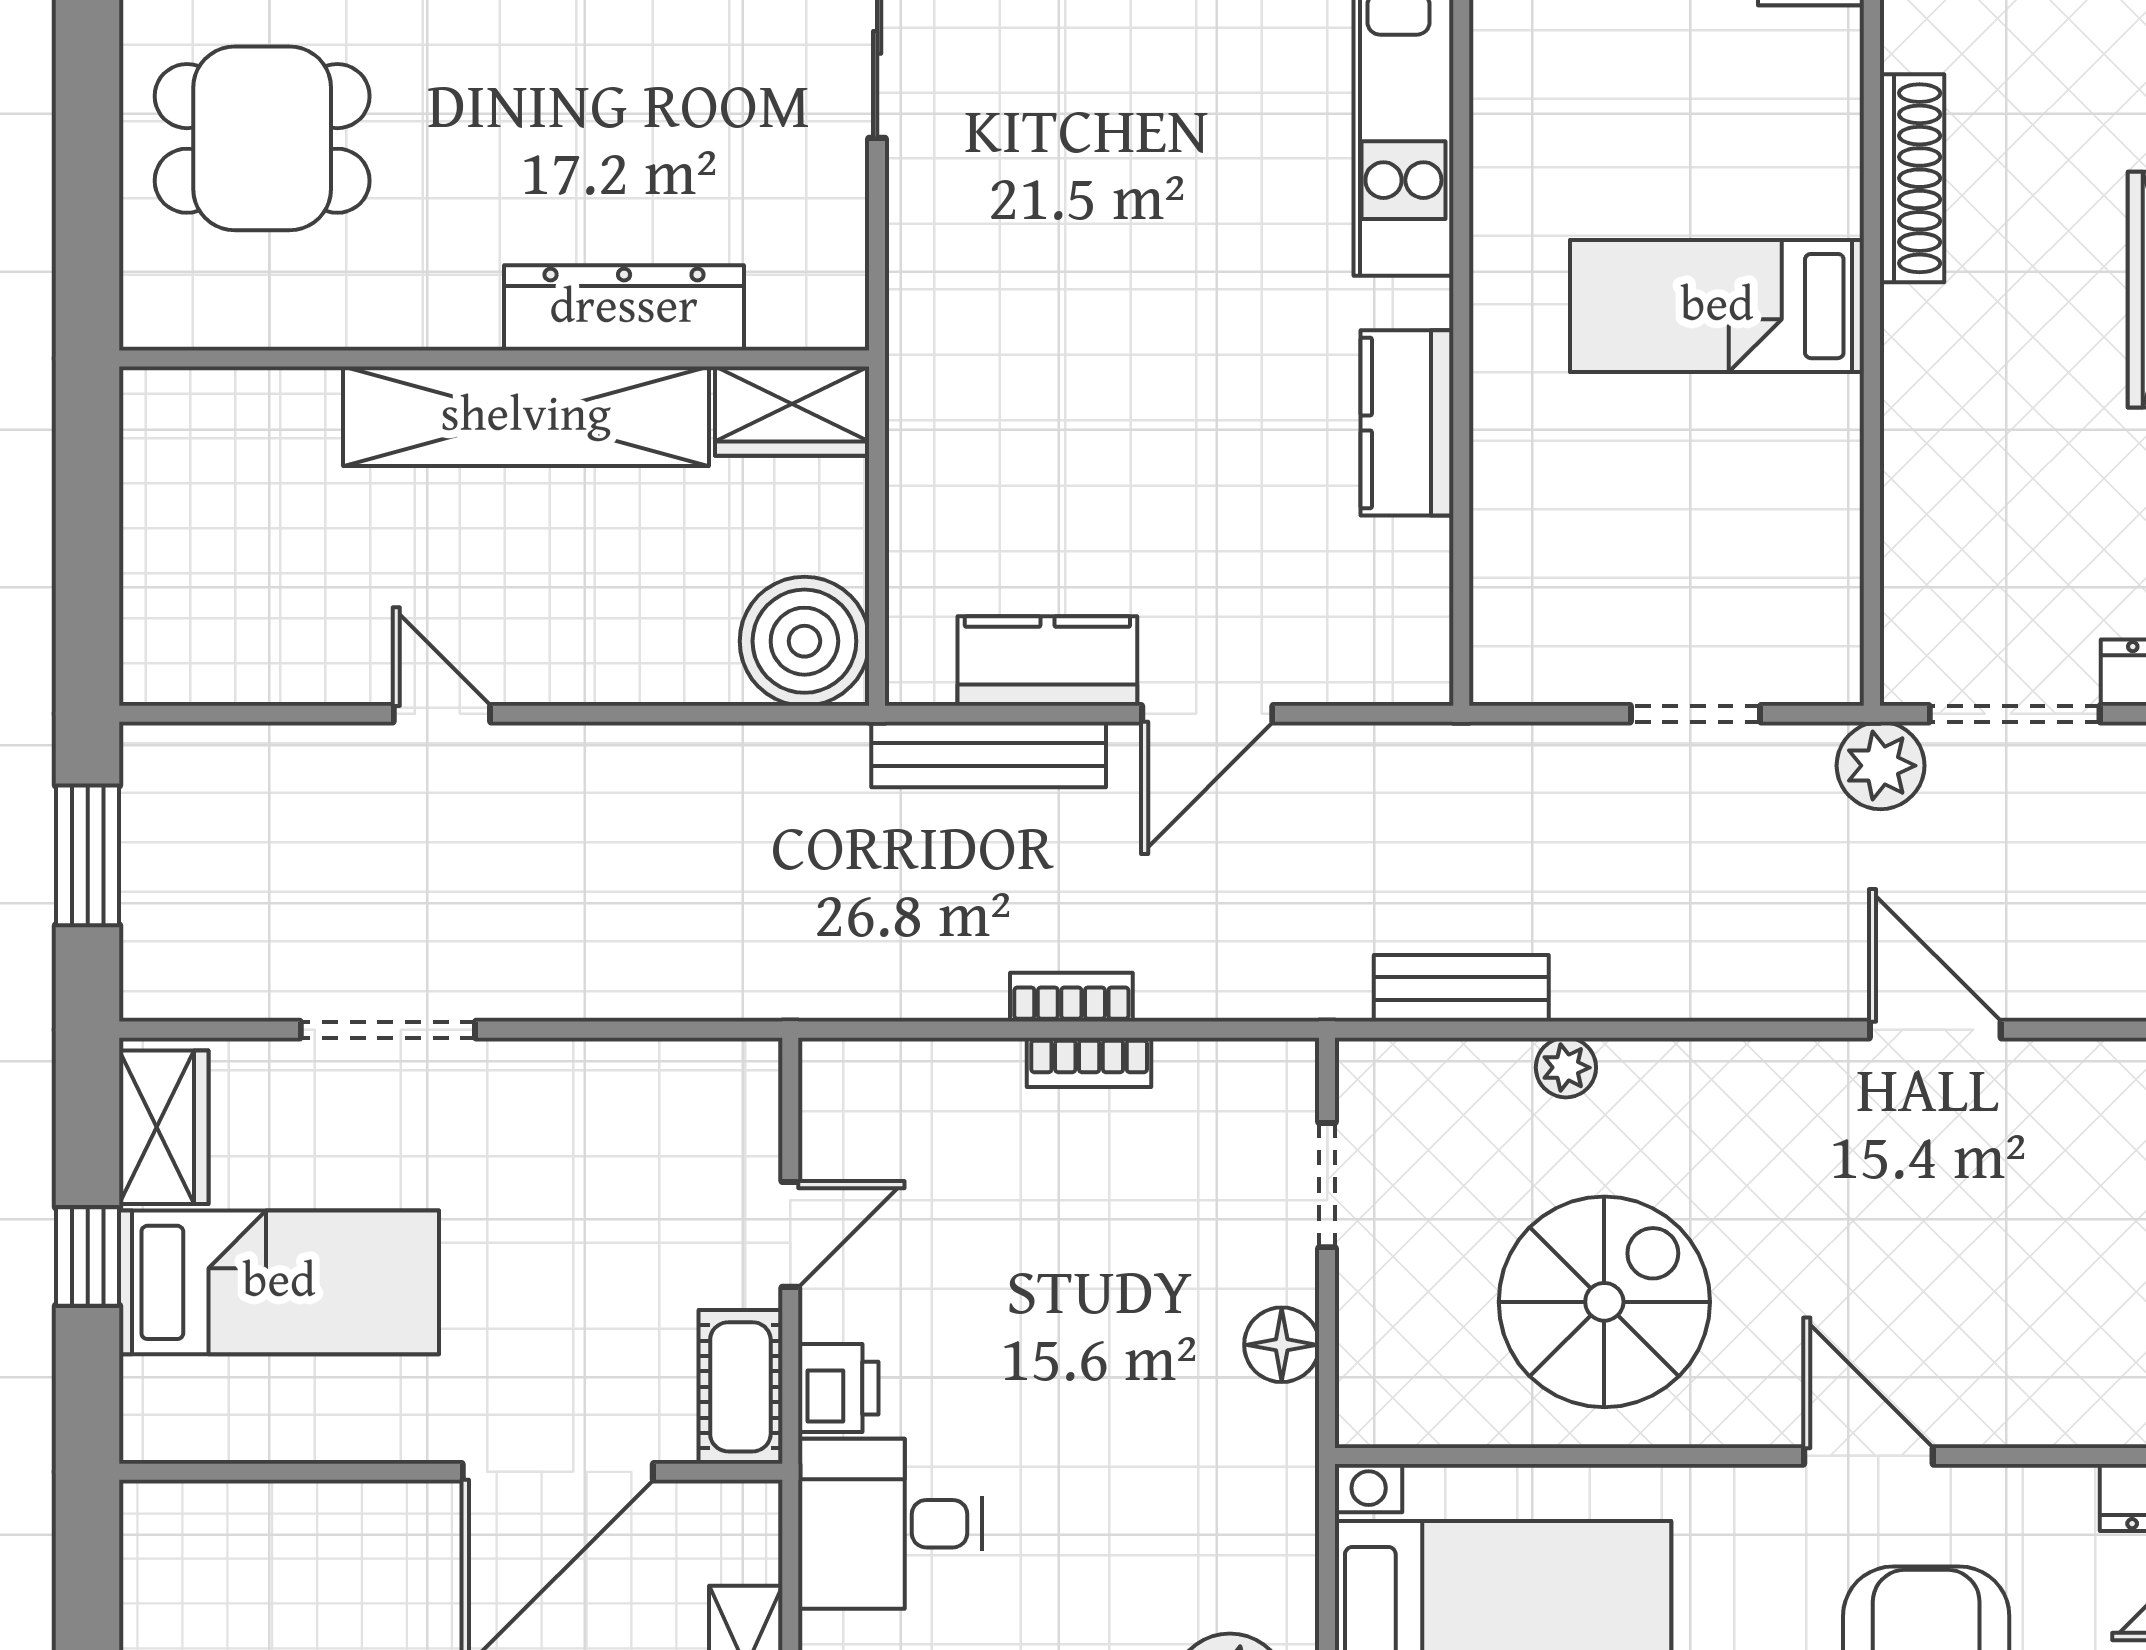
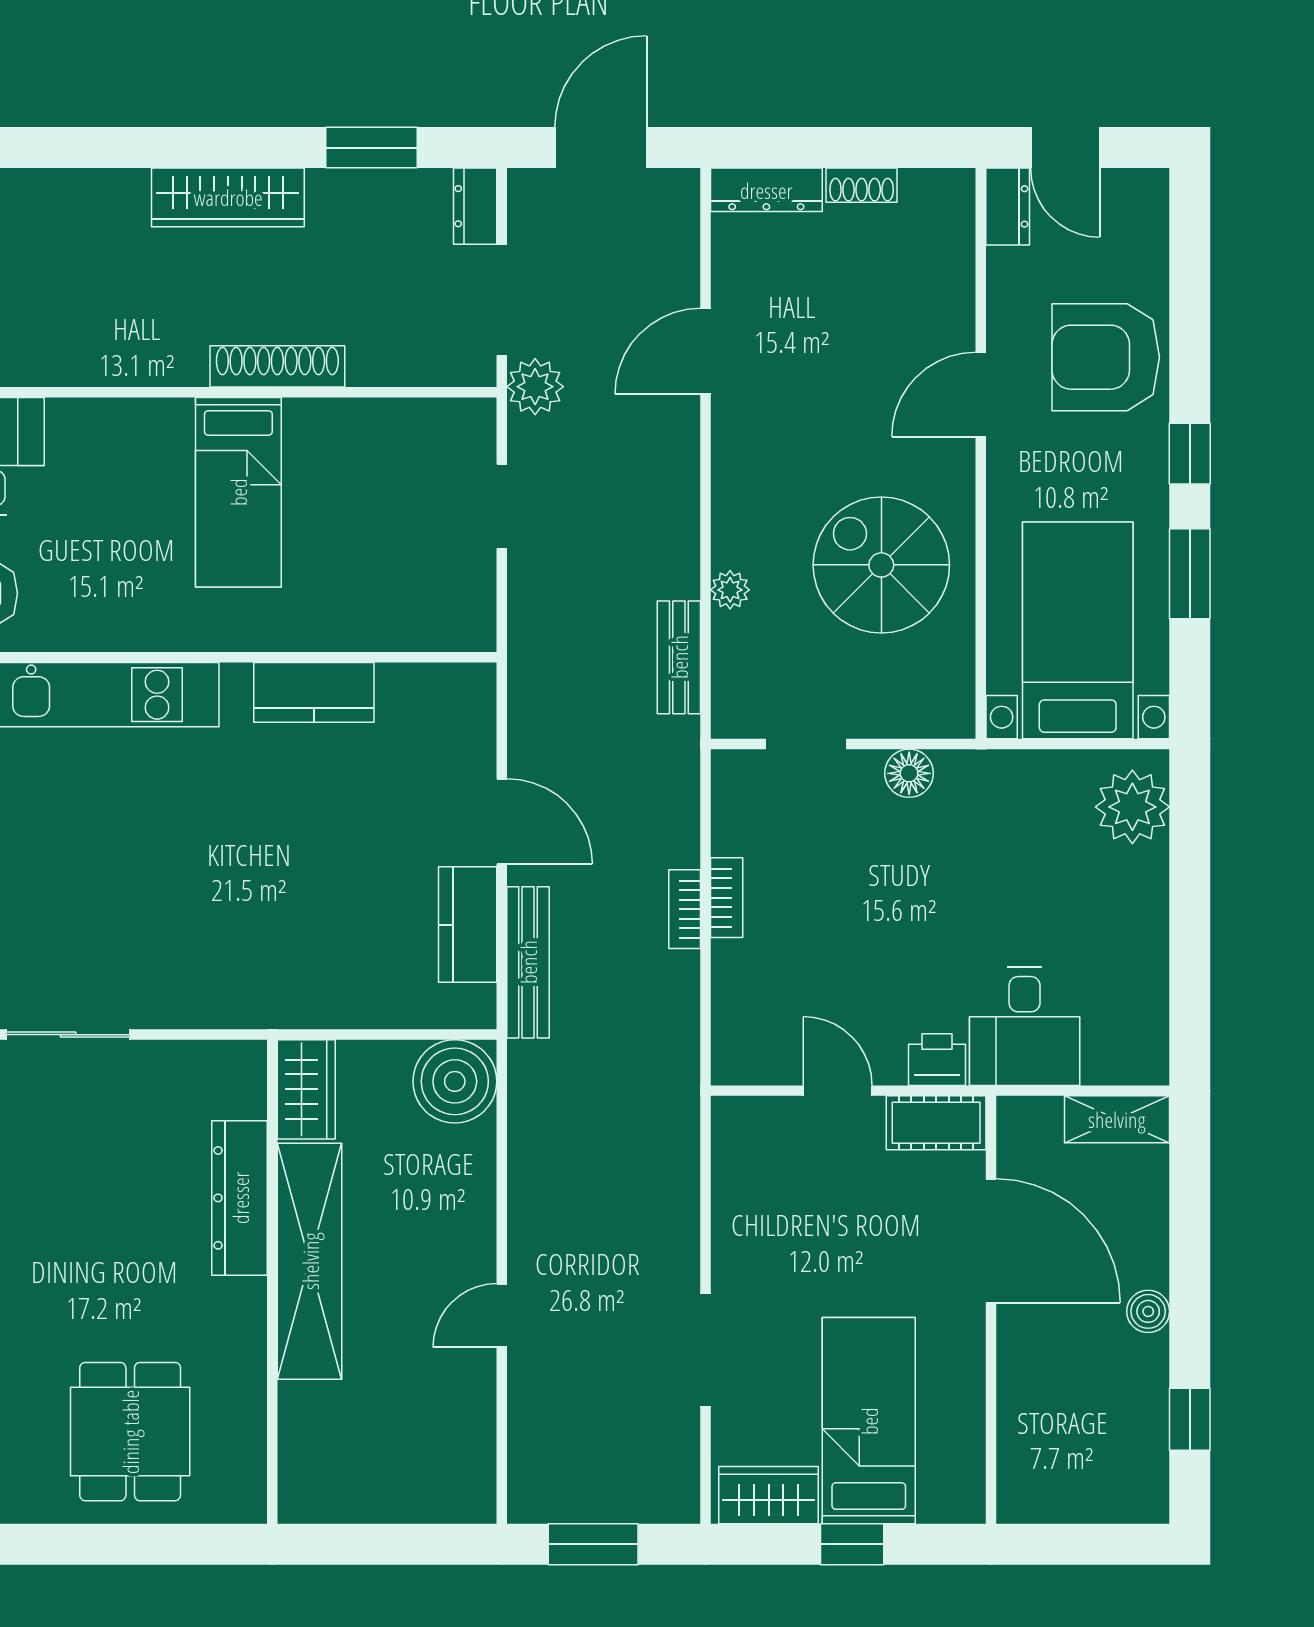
shoe rack: (1912, 178) -> (277, 366), moved

